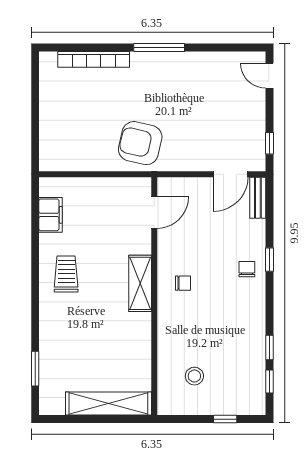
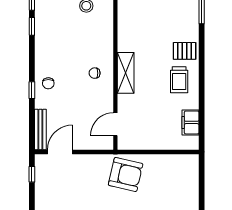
bench: (258, 198) -> (40, 130), width x1.36
pallet: (59, 314) -> (185, 51), added

